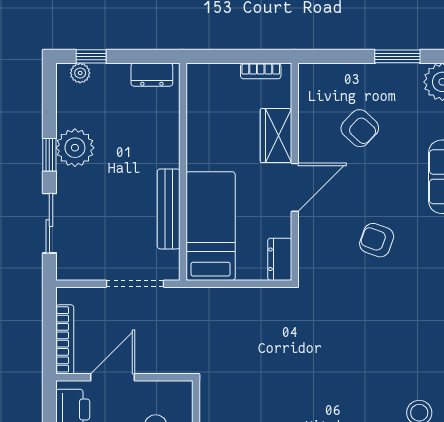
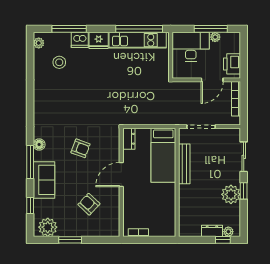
dresser: (152, 75) -> (212, 231), moved
wardrobe: (276, 136) -> (131, 200), removed

